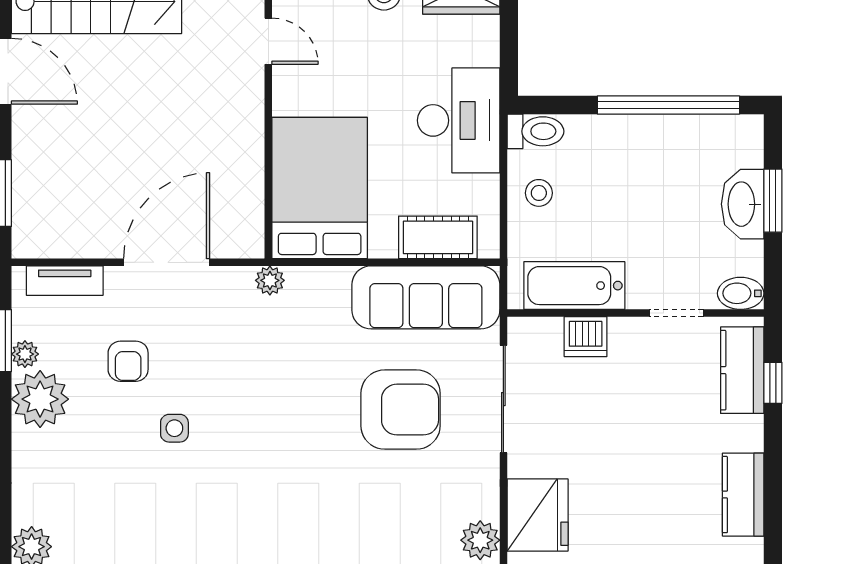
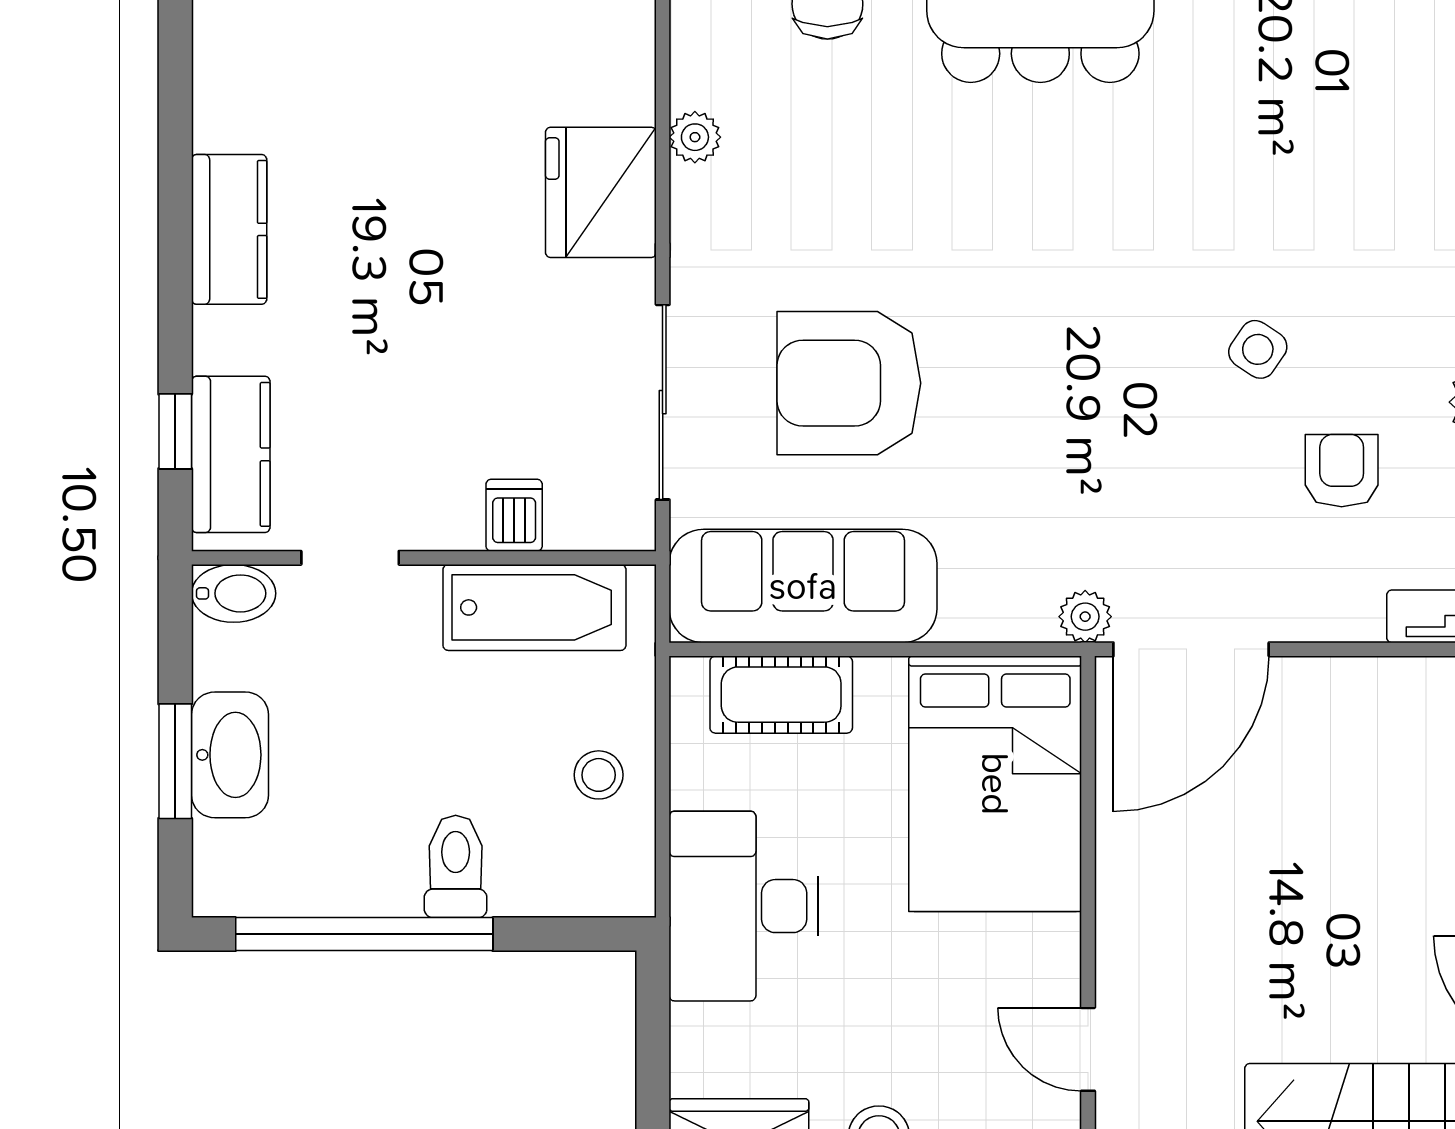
toilet: (535, 131) -> (456, 866), moved, turned 90
door: (167, 262) -> (1191, 649), moved
dishwasher: (586, 337) -> (514, 515), width x0.73
side table: (174, 428) -> (1258, 349), turned 34
plant: (480, 540) -> (695, 137), width x0.73, depth x0.73

